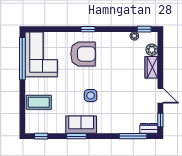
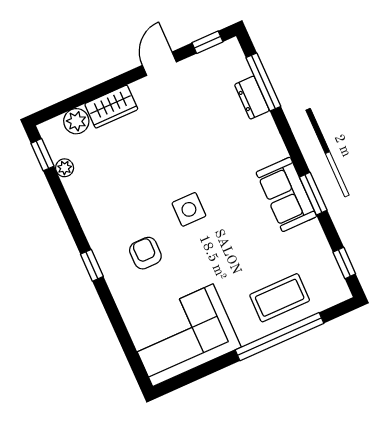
armchair: (83, 54) -> (145, 253), width x0.53, depth x0.53
window: (22, 59) -> (279, 337), moved
side table: (91, 95) -> (189, 209), moved
coffee table: (39, 102) -> (280, 298), turned 90
dresser: (149, 128) -> (252, 98), moved

